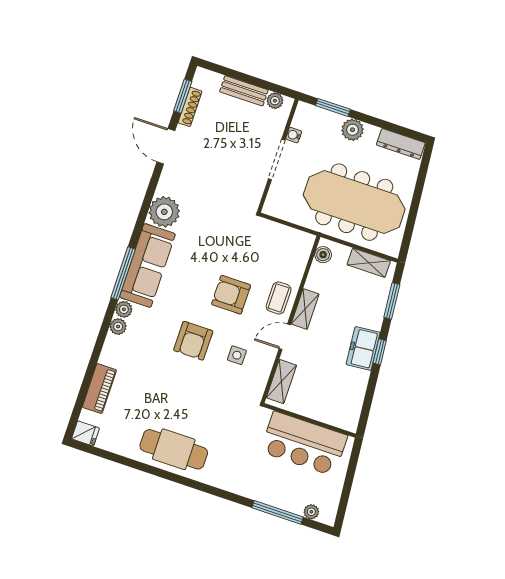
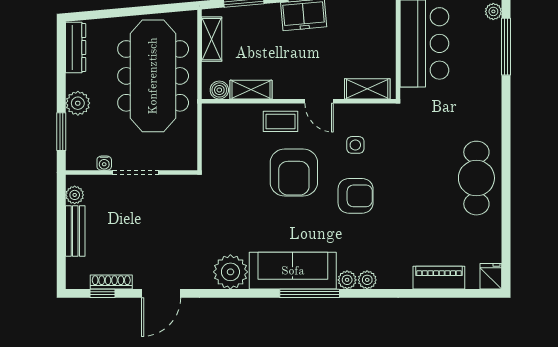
window: (183, 96) -> (103, 293), width x0.67
armchair: (231, 295) -> (294, 172), width x1.36, depth x1.36
shelving: (305, 309) -> (251, 90), moved

